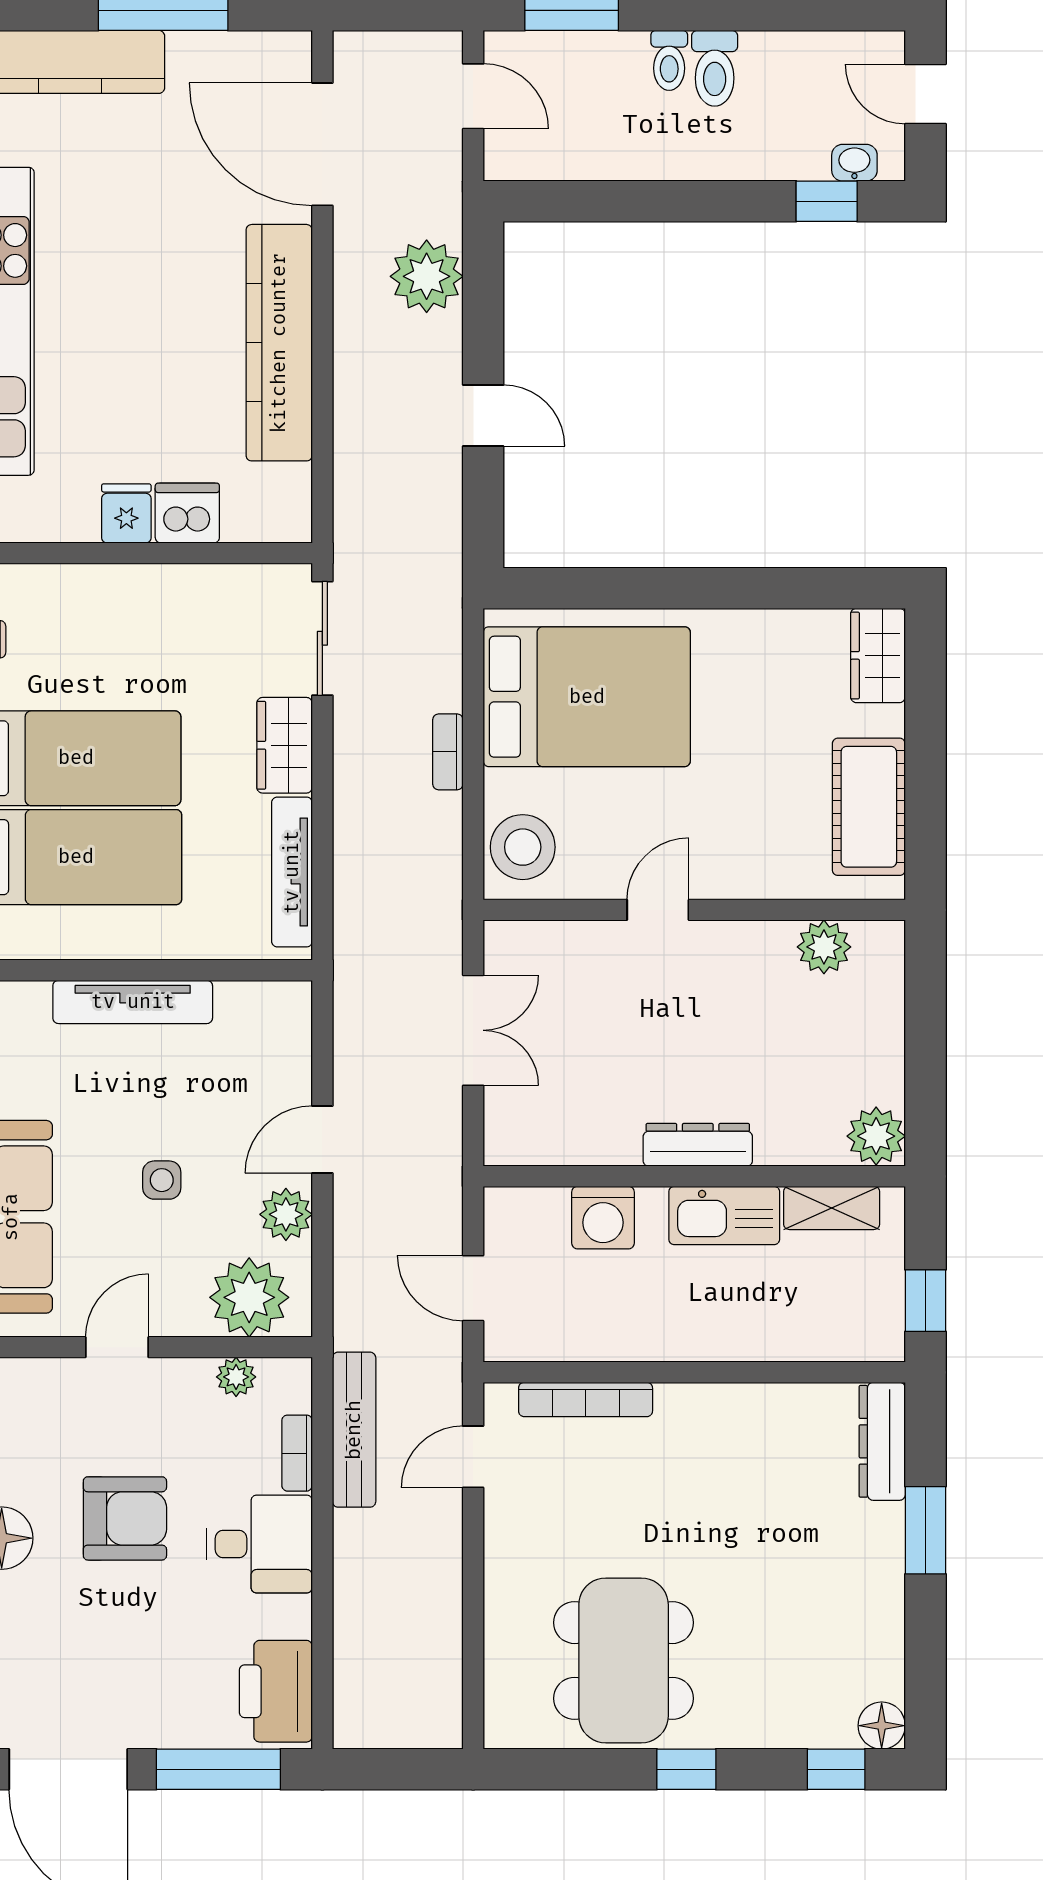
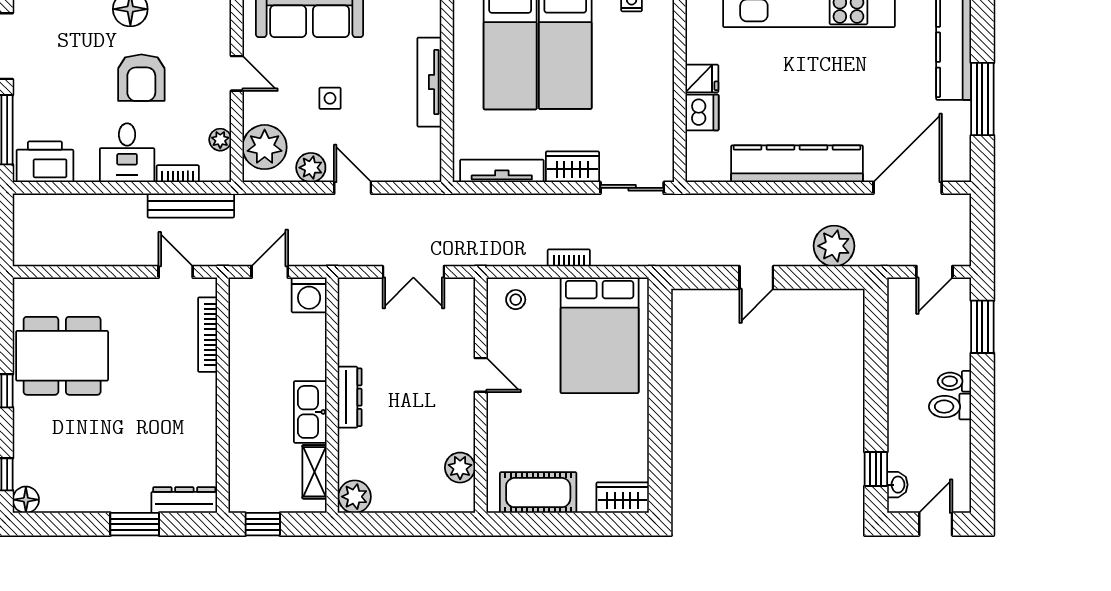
stool: (523, 847) -> (516, 300), width x0.53, depth x0.53
washing machine: (603, 1218) -> (309, 295), moved, turned -90

